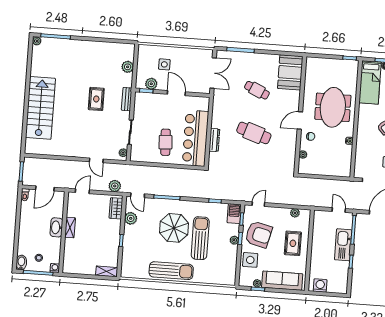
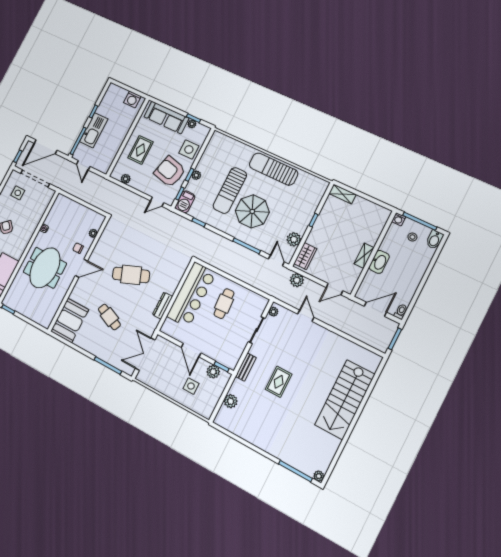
cafe table: (254, 133) -> (131, 275), turned -39
dresser: (214, 140) -> (162, 306), moved

